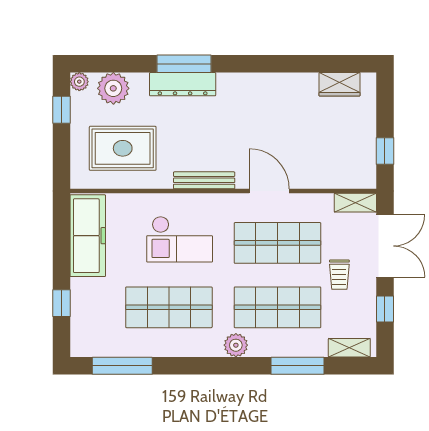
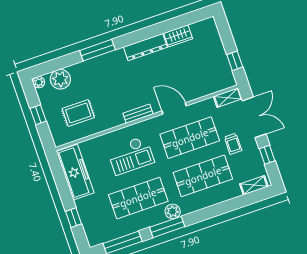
dresser: (183, 84) -> (145, 47), moved
wardrobe: (339, 84) -> (178, 36), moved
window: (61, 110) -> (38, 115), moved
rug: (123, 148) -> (78, 113), width x0.73, depth x0.70
bench: (204, 180) -> (138, 114), width x0.73
plant: (236, 345) -> (173, 211), moved
window: (298, 366) -> (167, 227), moved

